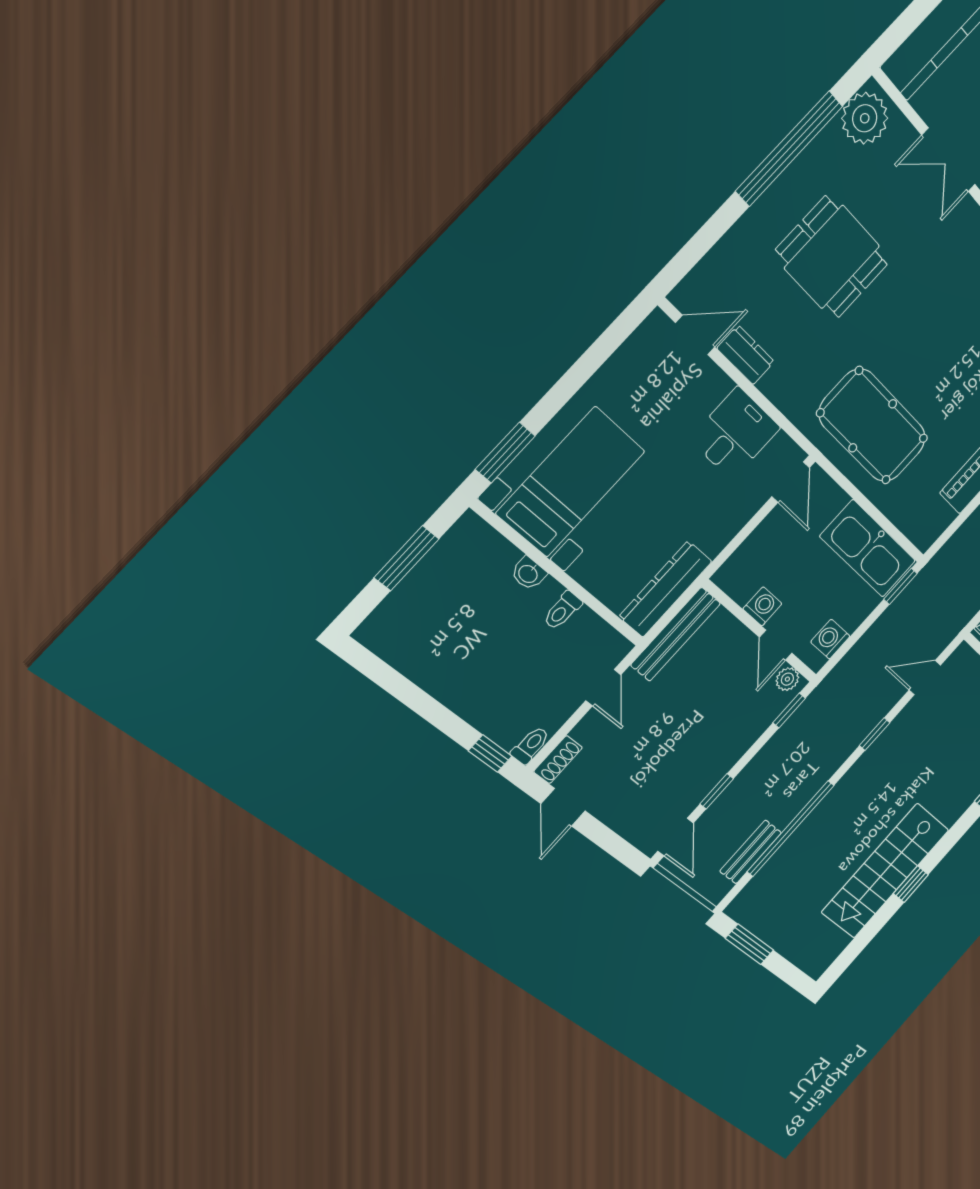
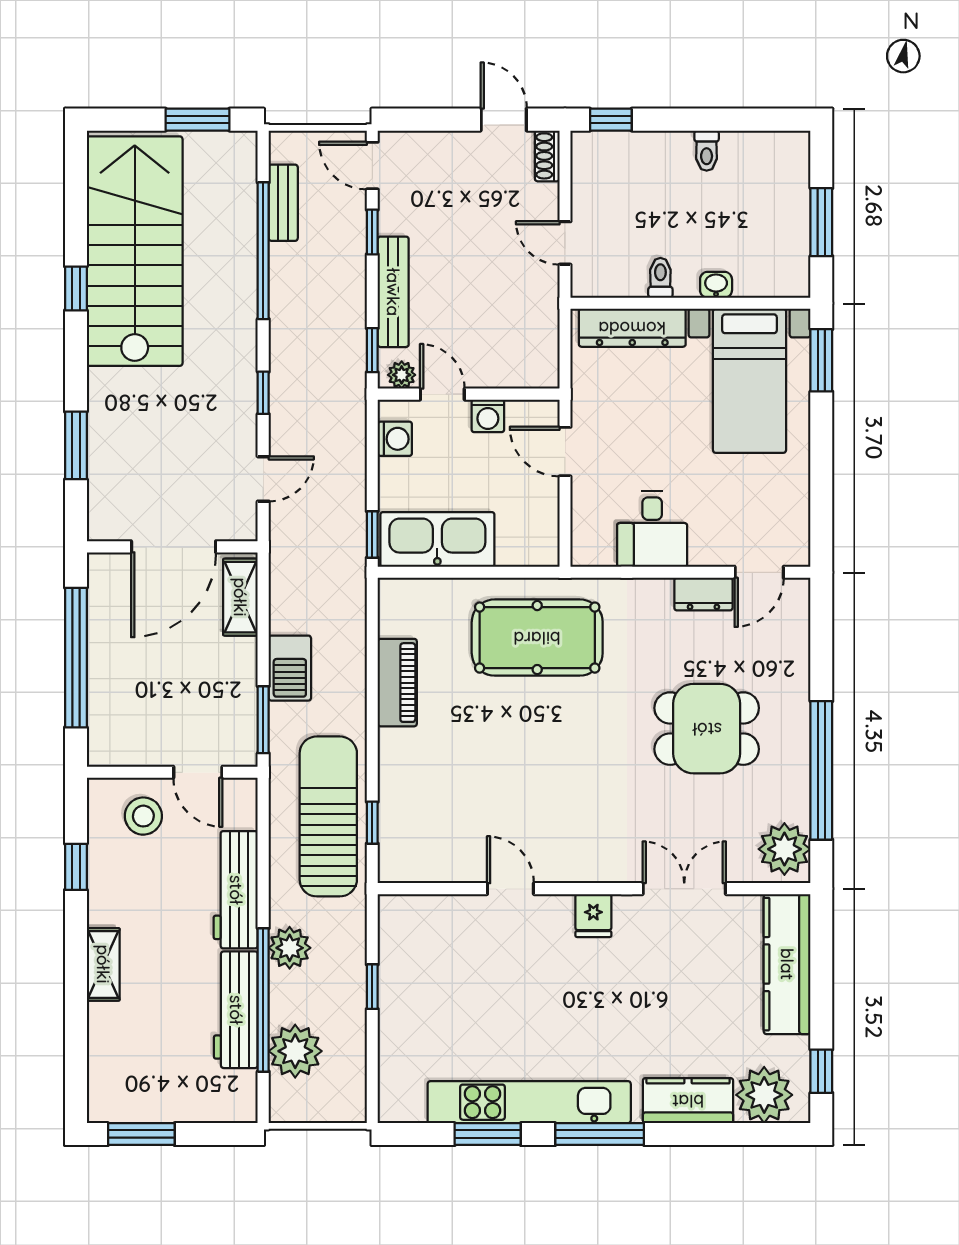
door: (791, 482) -> (565, 452), moved
dresser: (665, 589) -> (632, 328), moved, turned 90
bench: (676, 634) -> (393, 292), moved
toilet: (530, 745) -> (707, 151), moved
stairs: (886, 871) -> (135, 251), width x1.36, depth x1.51

